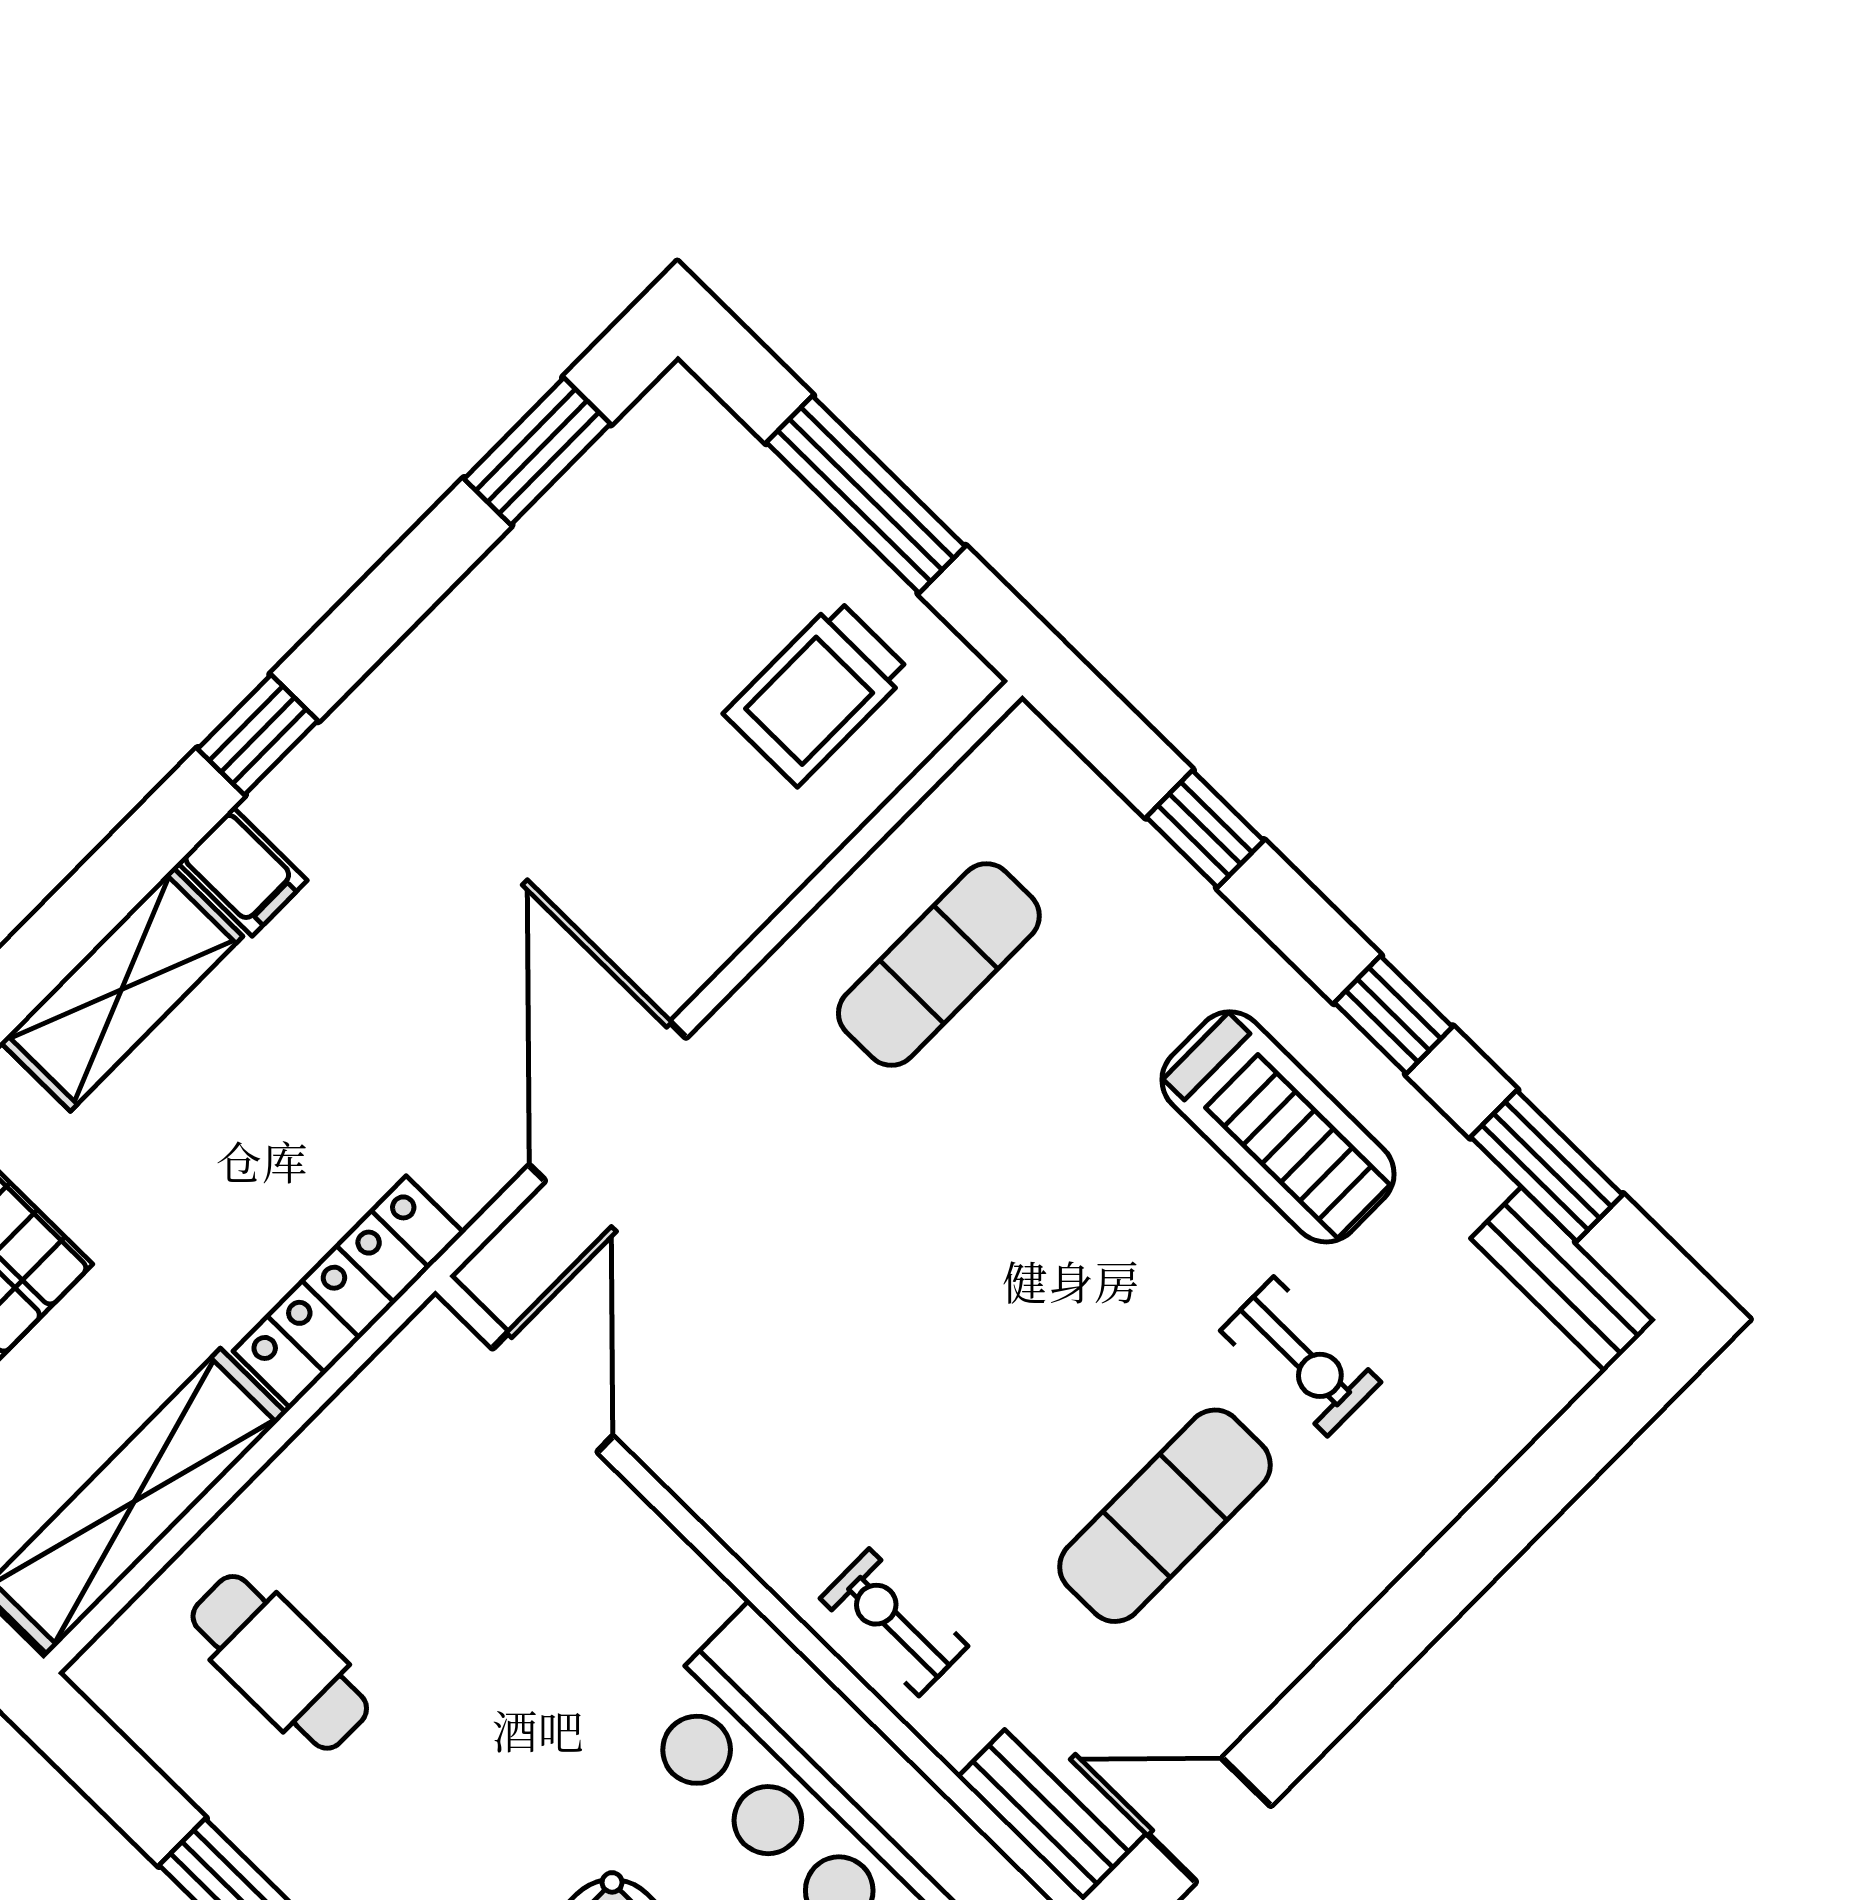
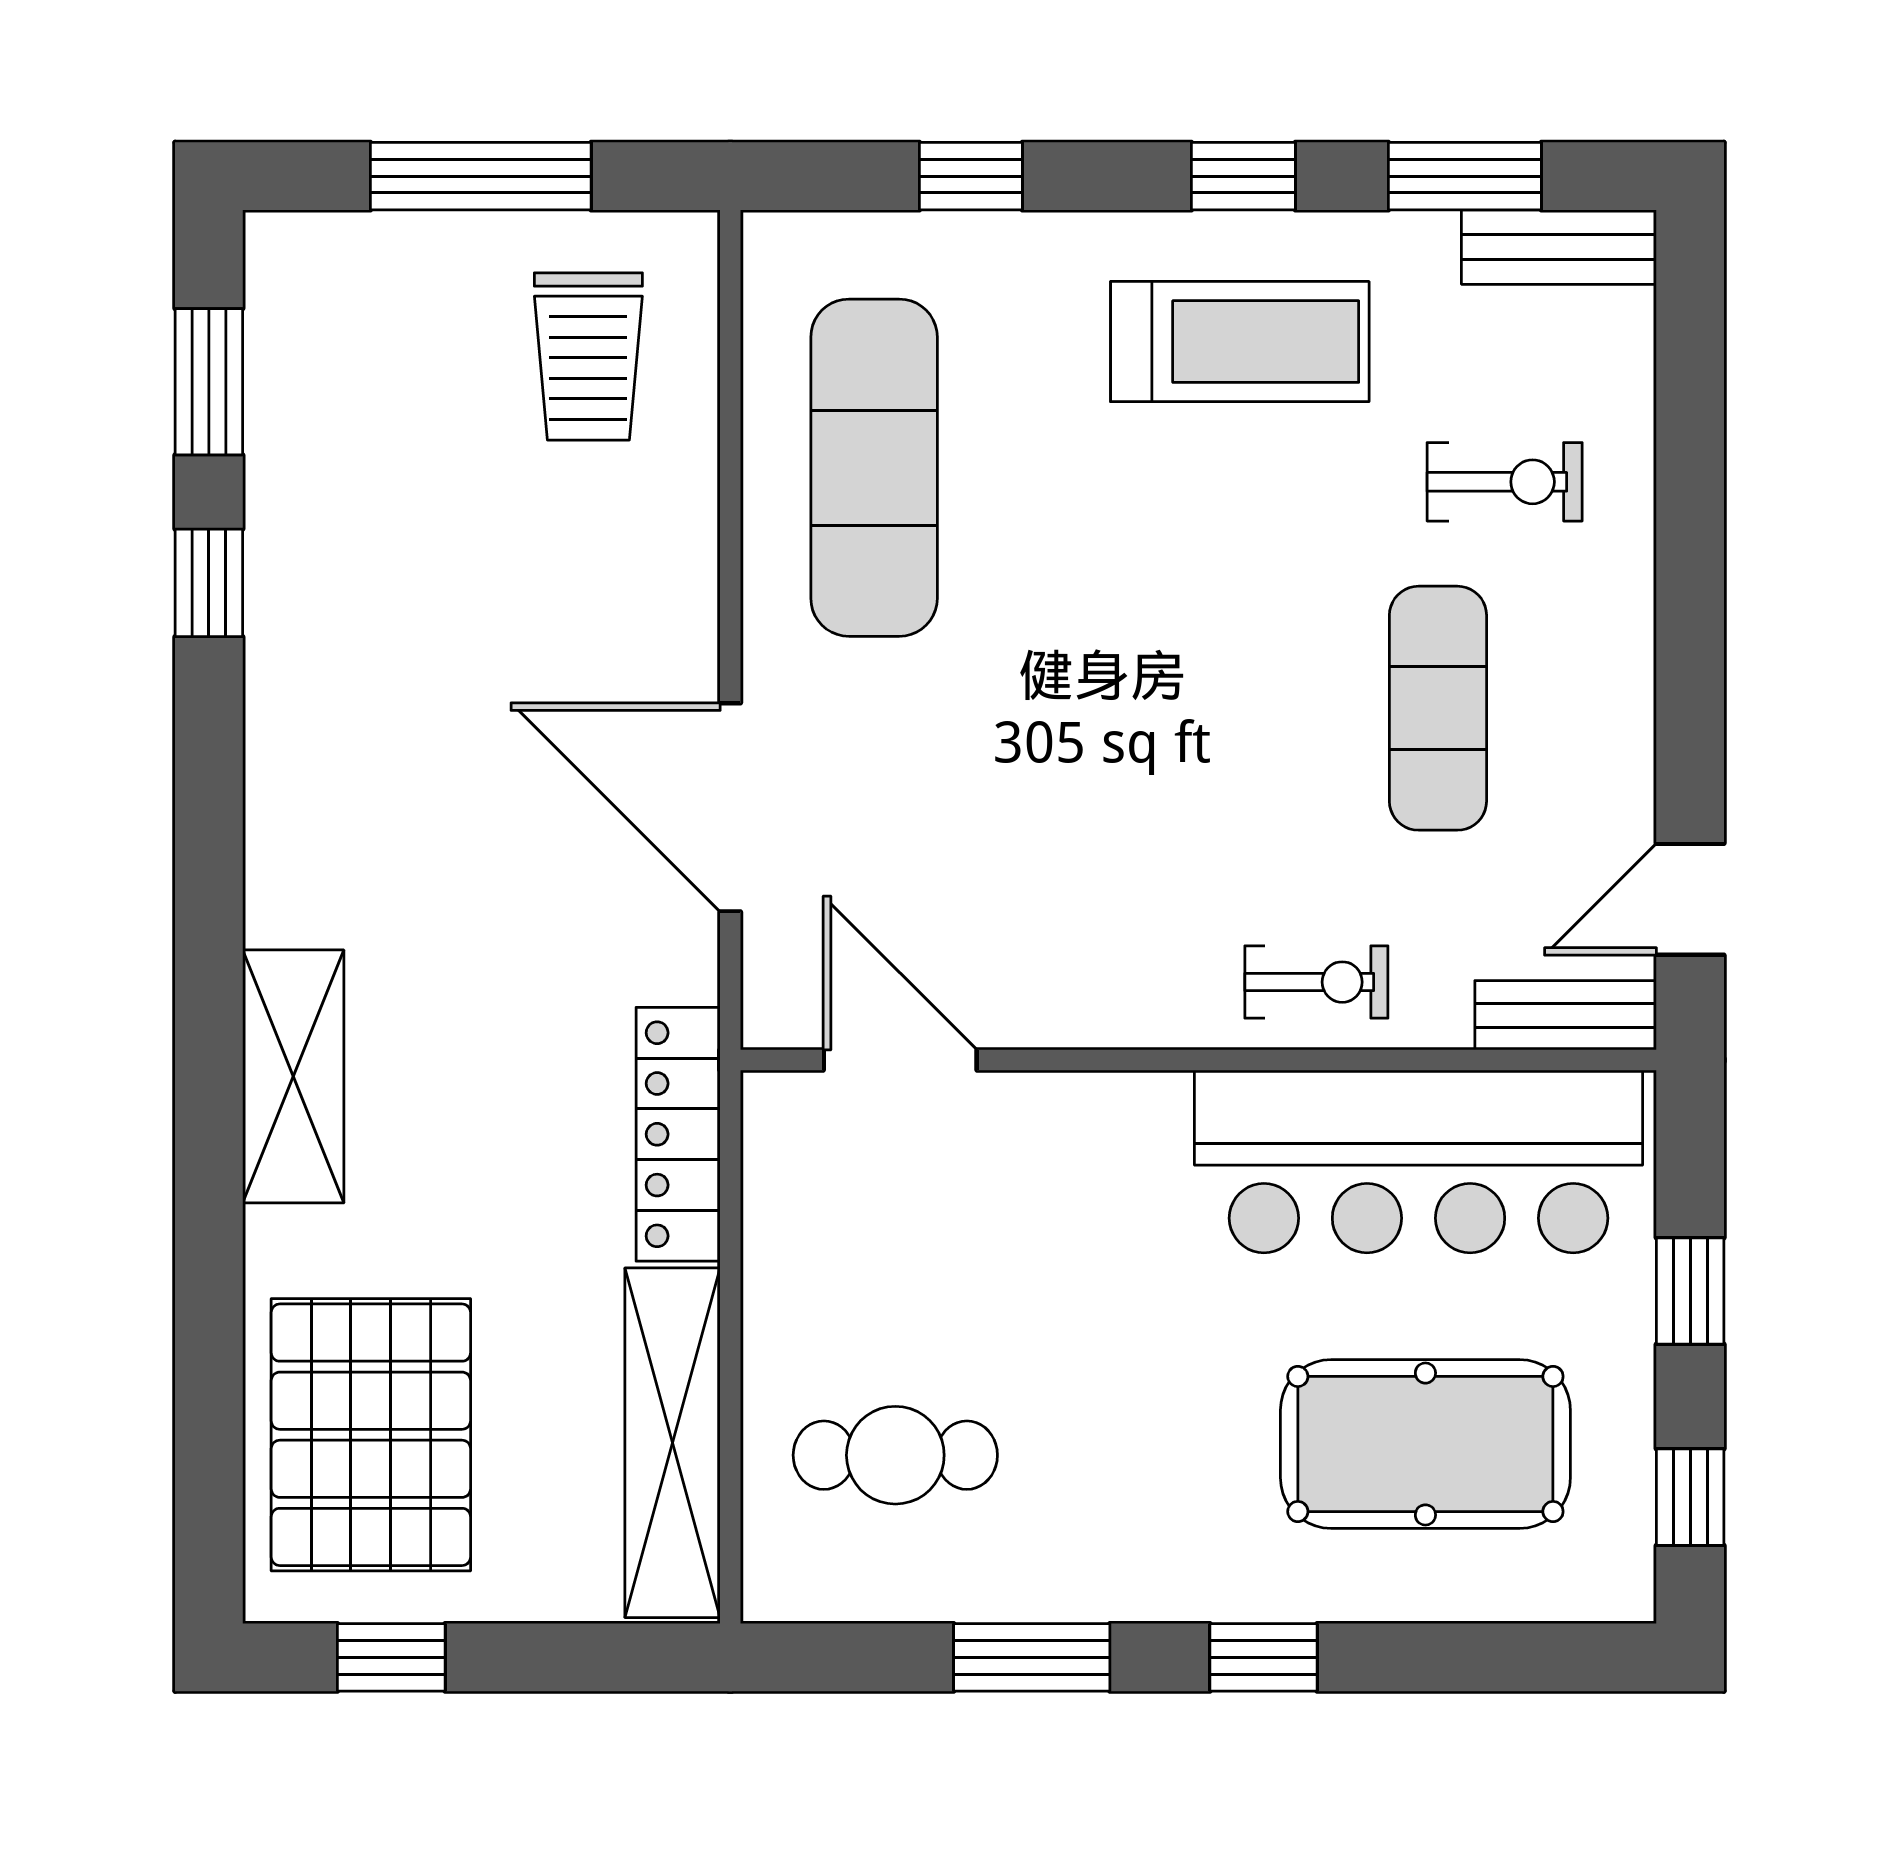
window: (258, 735) -> (209, 583), moved
filing cabinet: (242, 872) -> (297, 903), removed
exercise mat: (939, 965) -> (874, 468), width x1.36, depth x1.45
exercise bike: (1301, 1356) -> (1505, 482), moved
exercise bike: (894, 1622) -> (1316, 982), turned 180

